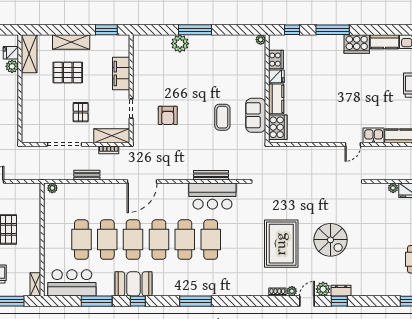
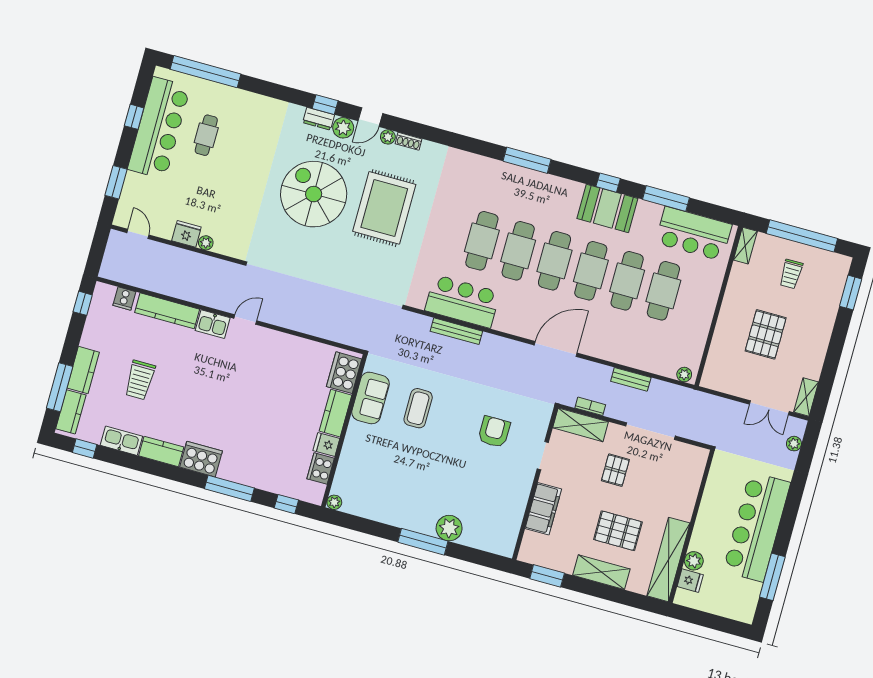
shelving: (29, 54) -> (668, 559), width x1.47
spiral stairs: (331, 240) -> (314, 194), width x1.37, depth x1.37

